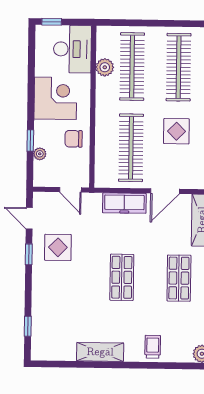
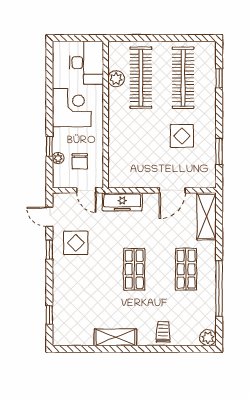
window: (52, 22) -> (67, 38), removed
chair: (74, 139) -> (80, 161), moved, turned -90
clothes rail: (131, 148) -> (141, 151), removed
freezer: (124, 203) -> (122, 202), moved

